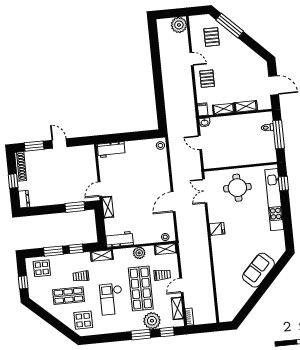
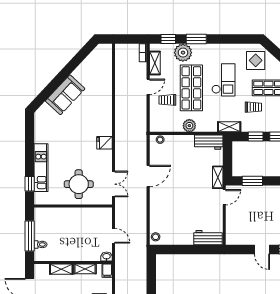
kitchen unit: (274, 200) -> (41, 168), width x0.73
shelving: (166, 249) -> (161, 127), removed

